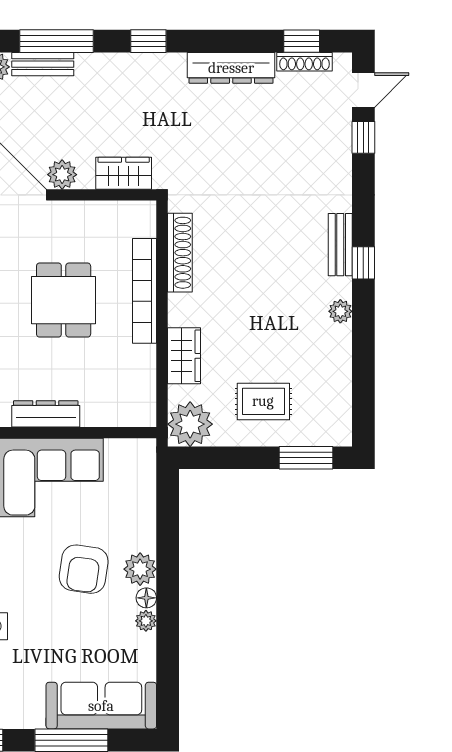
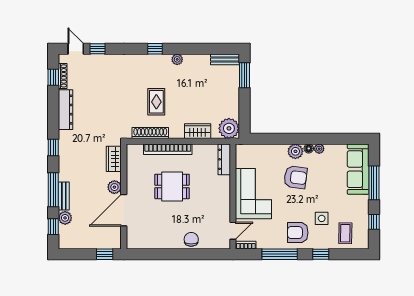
bench: (340, 245) -> (225, 59), moved
rug: (263, 401) -> (156, 102), moved
dresser: (46, 414) -> (224, 159), moved

